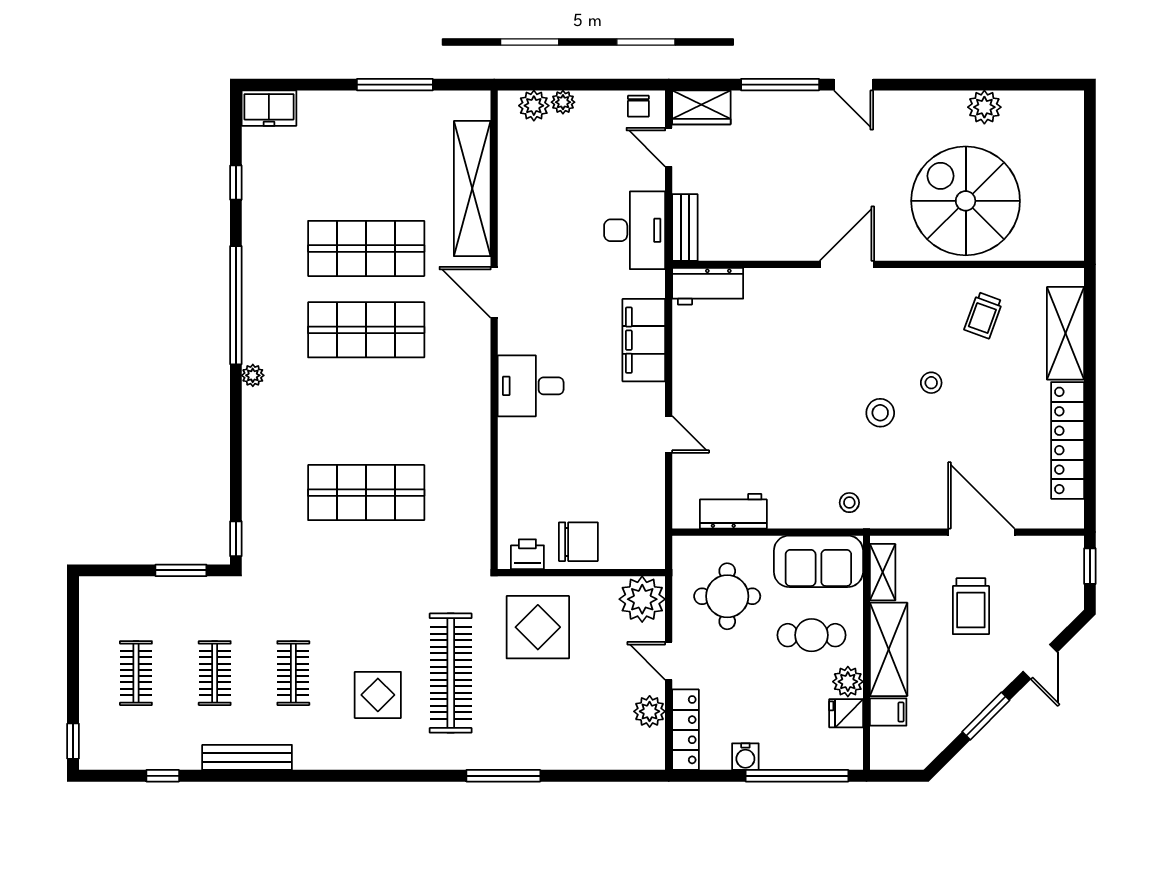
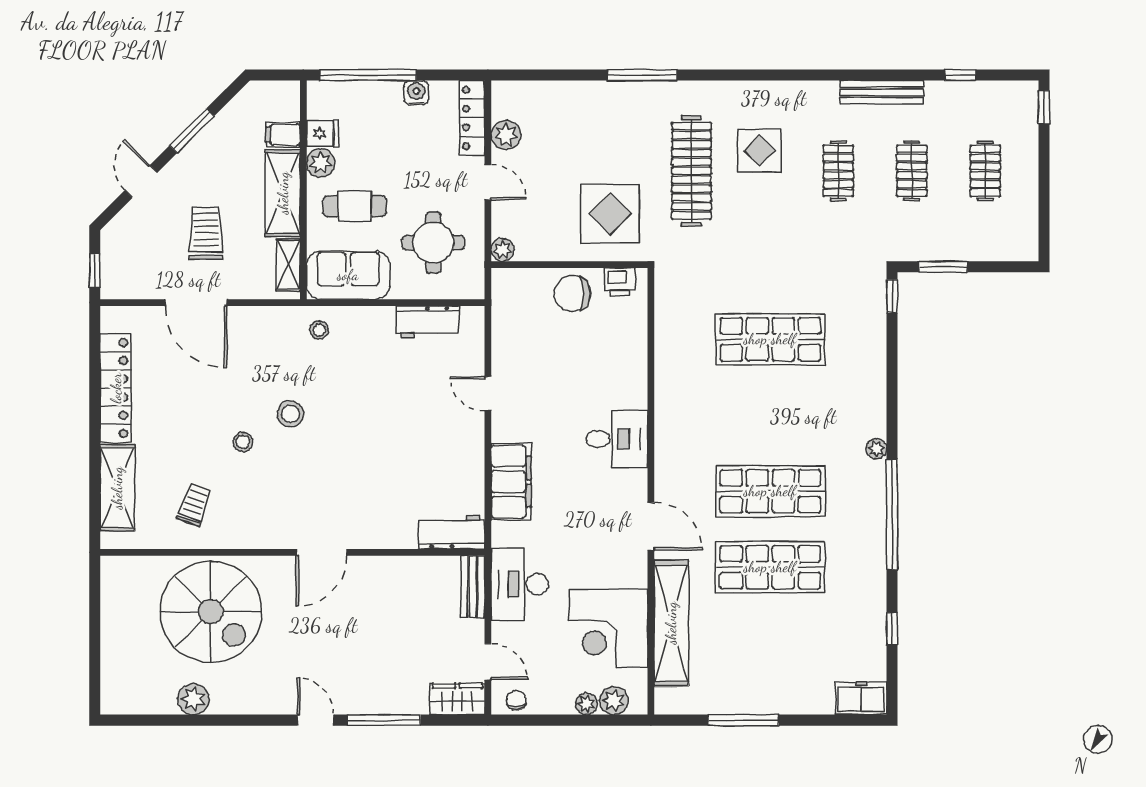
corner desk: (540, 183) -> (609, 629), added
plant: (642, 599) -> (503, 250), width x0.53, depth x0.53

